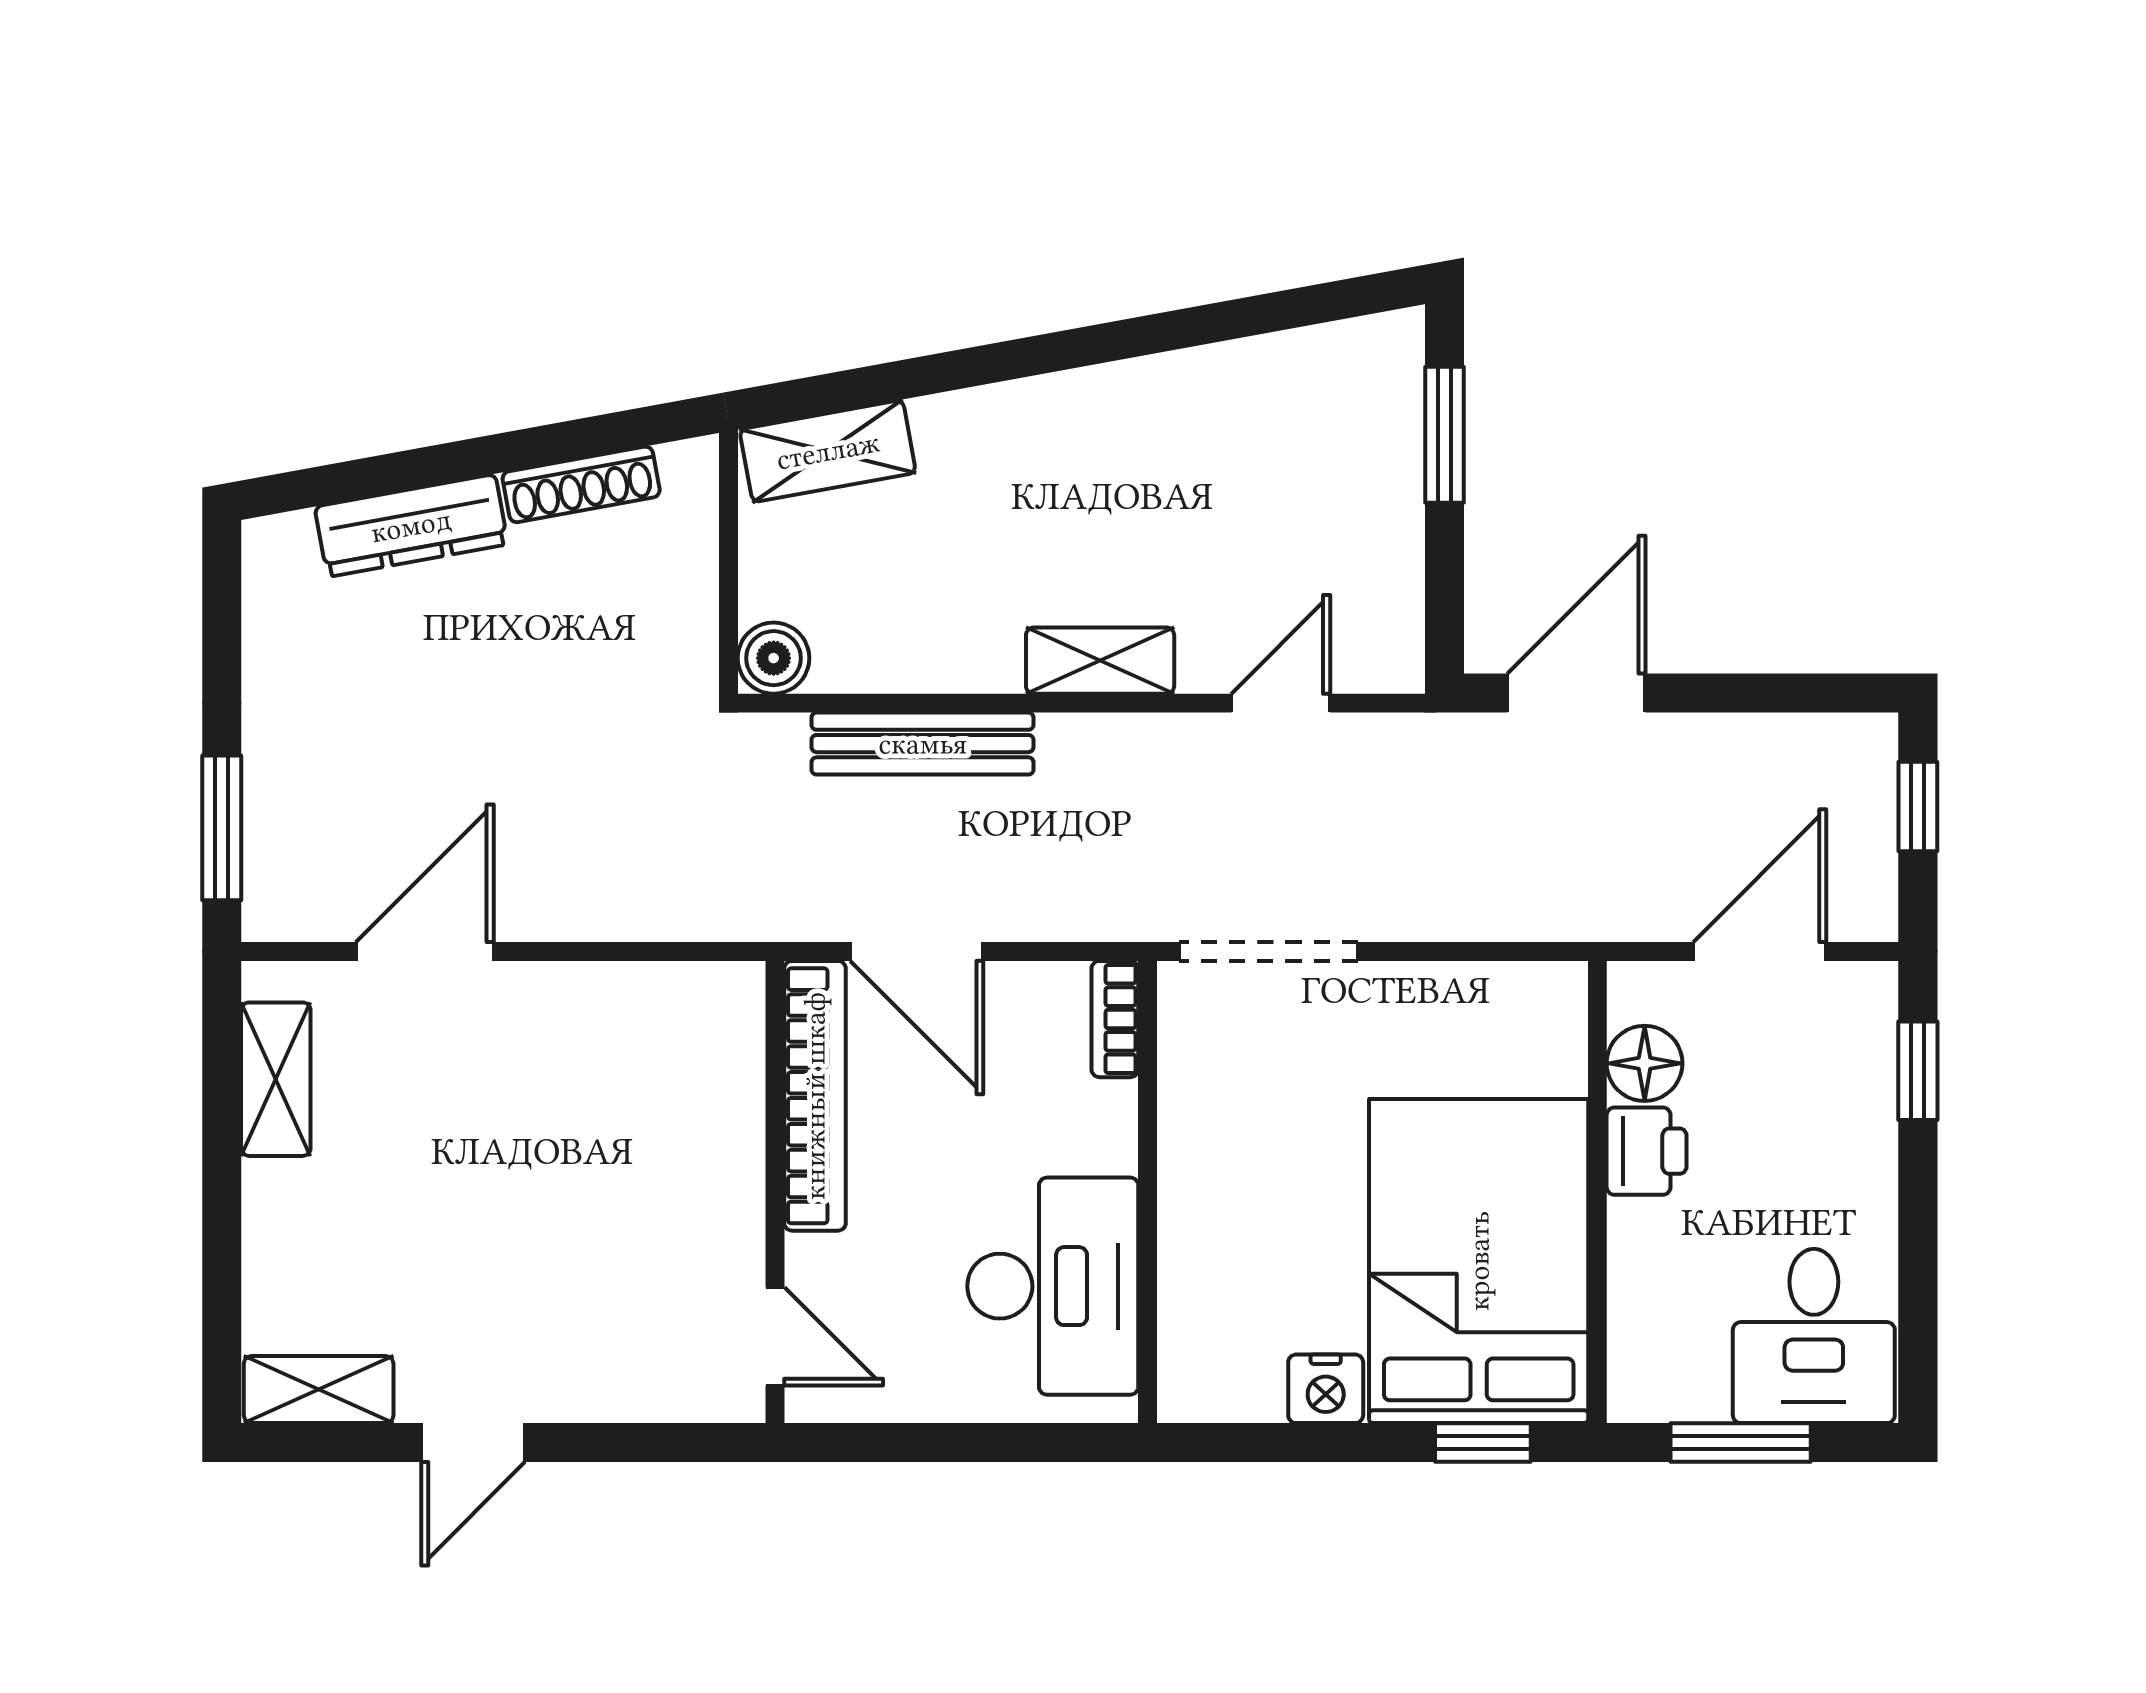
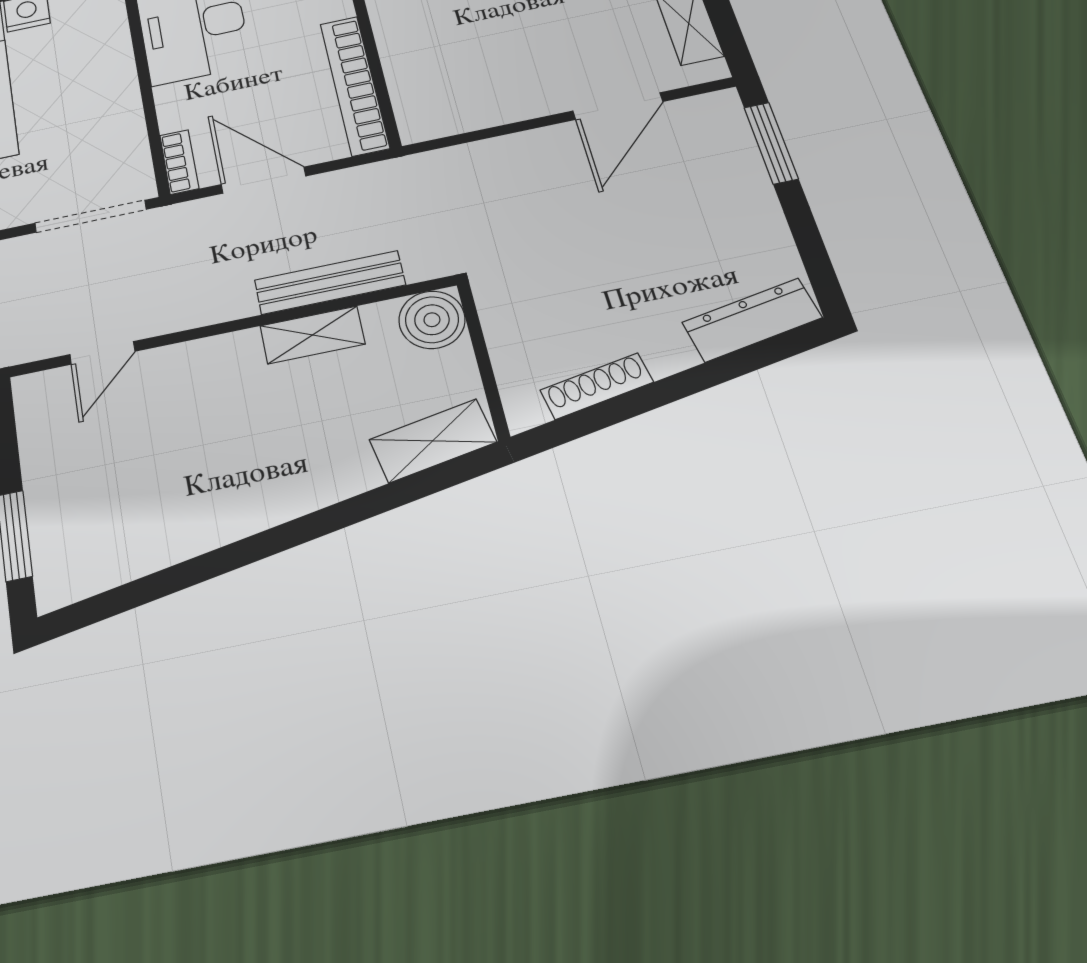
dresser: (411, 526) -> (752, 320), moved
boiler: (774, 658) -> (432, 320), width x1.36, depth x1.36
shelving: (1100, 661) -> (312, 335), moved
door: (917, 951) -> (263, 180), moved

